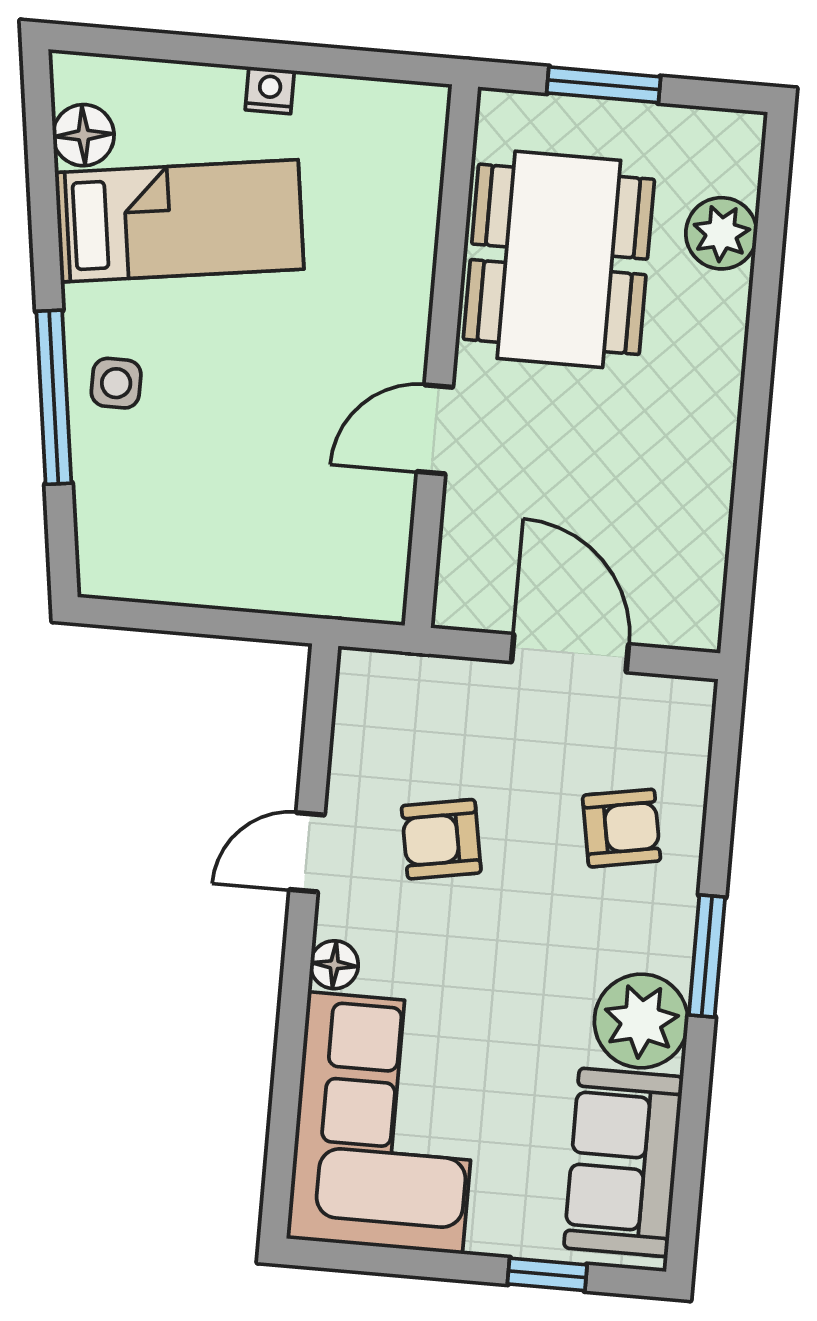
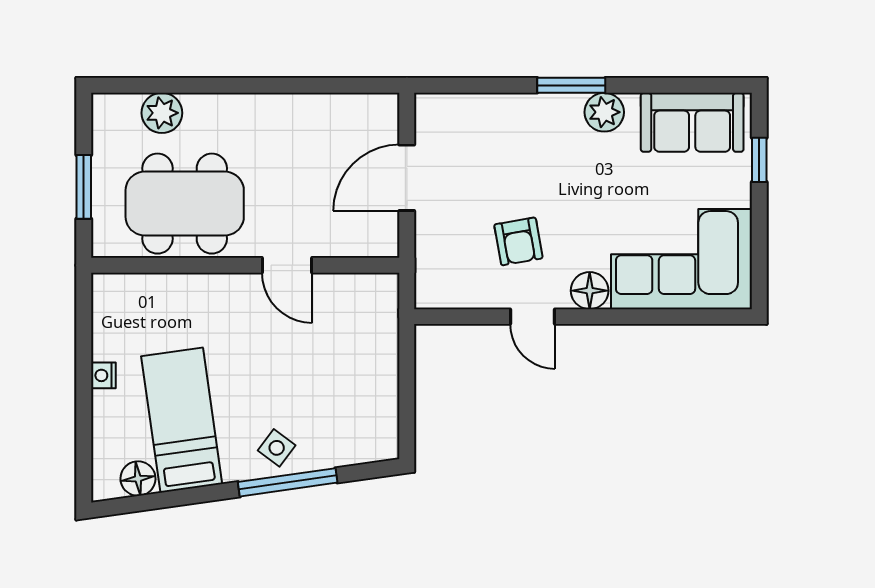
side table: (116, 383) -> (277, 448), turned 37
armchair: (622, 828) -> (503, 140), removed
floor lamp: (334, 965) -> (590, 291), width x1.37, depth x1.37
plant: (641, 1021) -> (604, 112), width x0.73, depth x0.73

